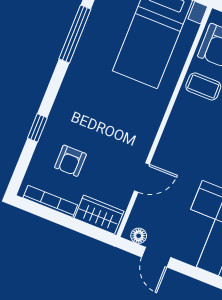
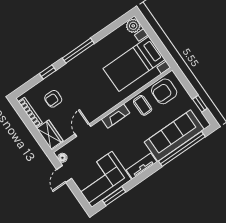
window: (75, 34) -> (78, 51), moved
fireplace: (175, 127) -> (116, 116), added
door: (142, 177) -> (83, 130), swing flipped

